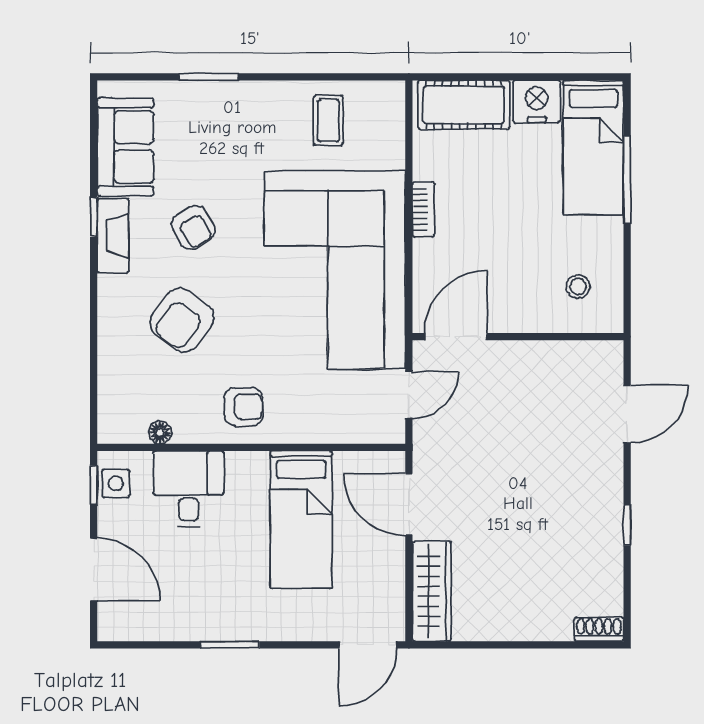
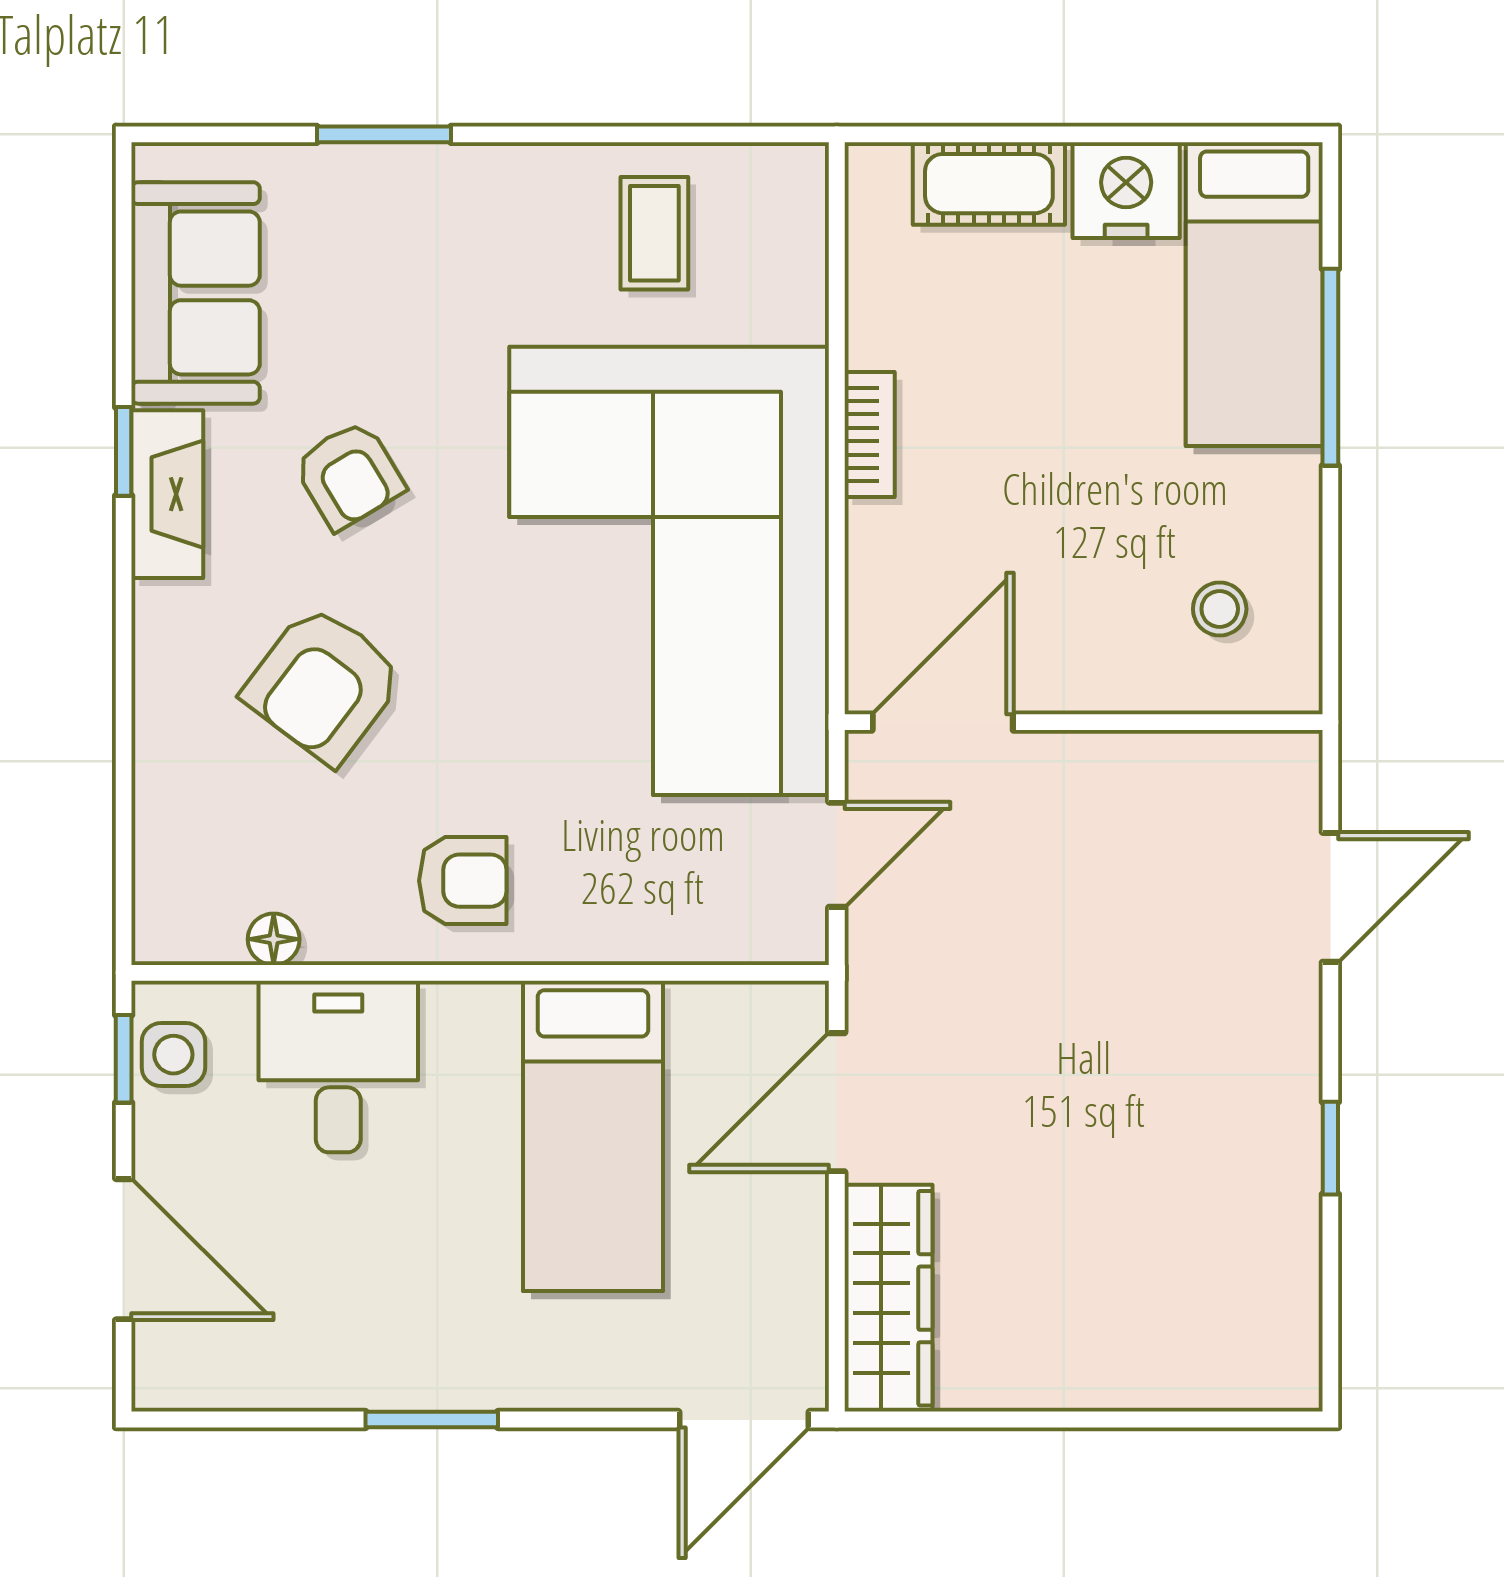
cot: (464, 105) -> (989, 184), width x0.73, depth x0.75
door: (409, 505) -> (837, 1102), hinge flipped
shoe rack: (599, 629) -> (1267, 1385), removed

